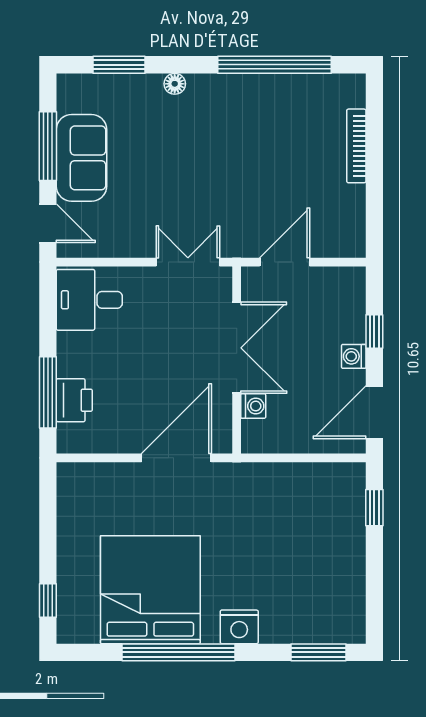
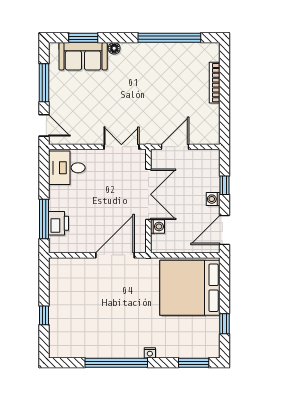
sofa: (81, 158) -> (83, 56), moved, turned 90
window: (374, 508) -> (225, 324), moved
bed: (150, 590) -> (190, 288), moved, turned -90
window: (48, 601) -> (44, 315), moved
nightstand: (239, 627) -> (150, 353), width x0.53, depth x0.56

